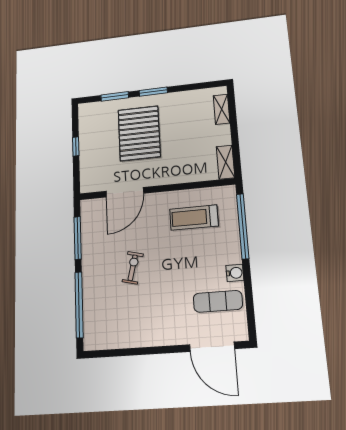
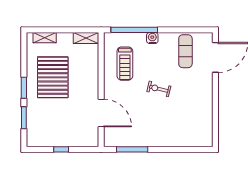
pallet: (139, 133) -> (53, 77), moved, turned 90
exercise bike: (133, 268) -> (159, 89), moved
water cooler: (235, 273) -> (152, 38), moved
window: (79, 305) -> (181, 149), removed

